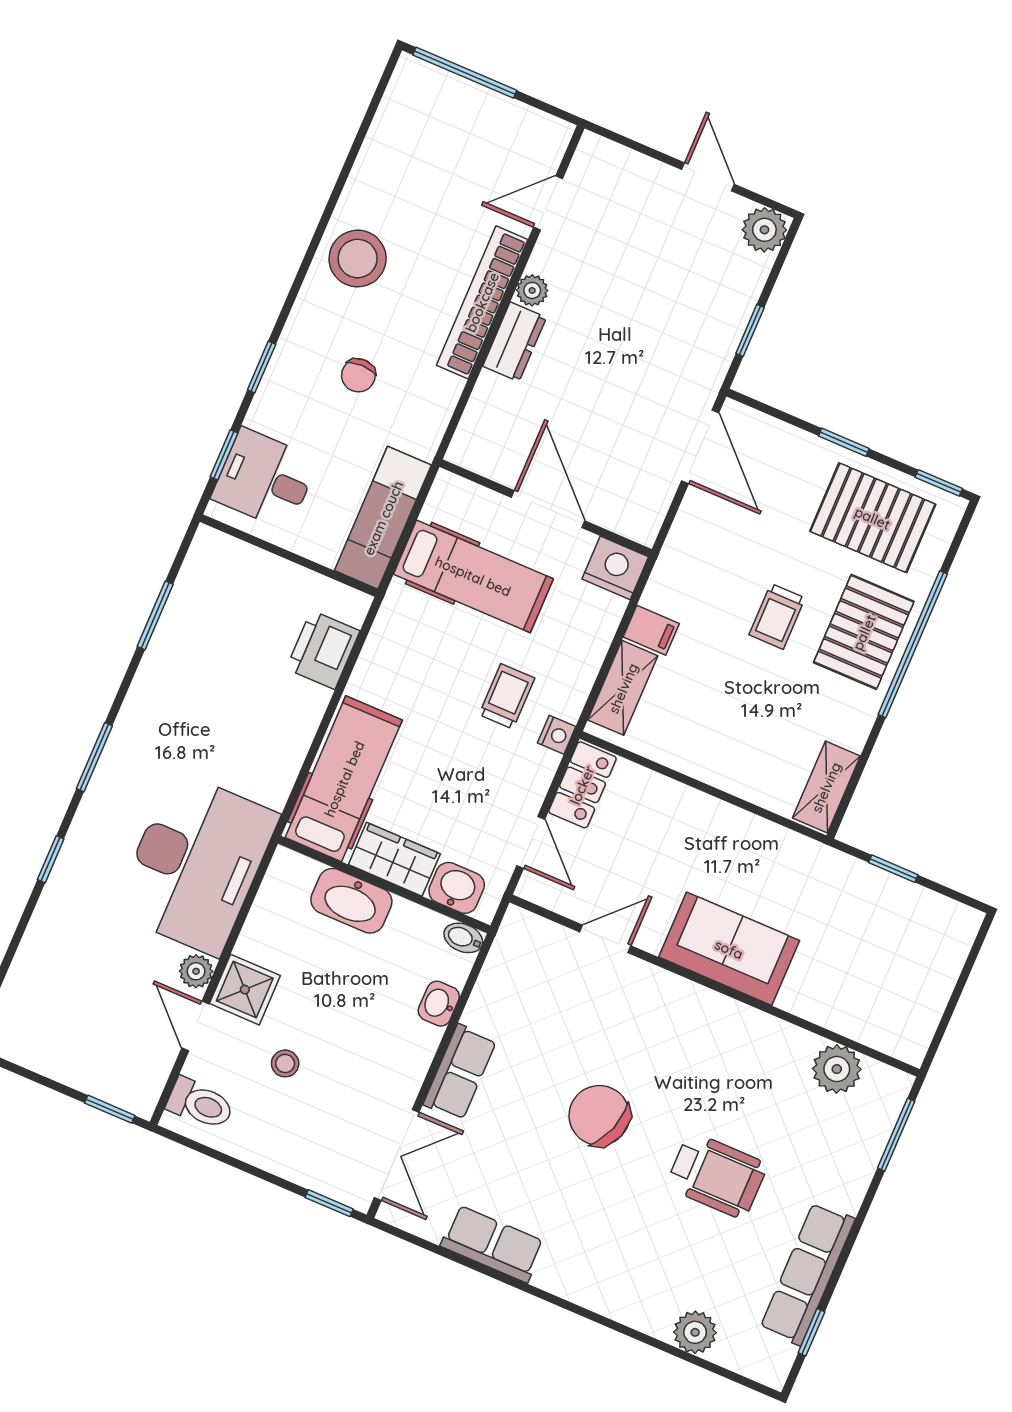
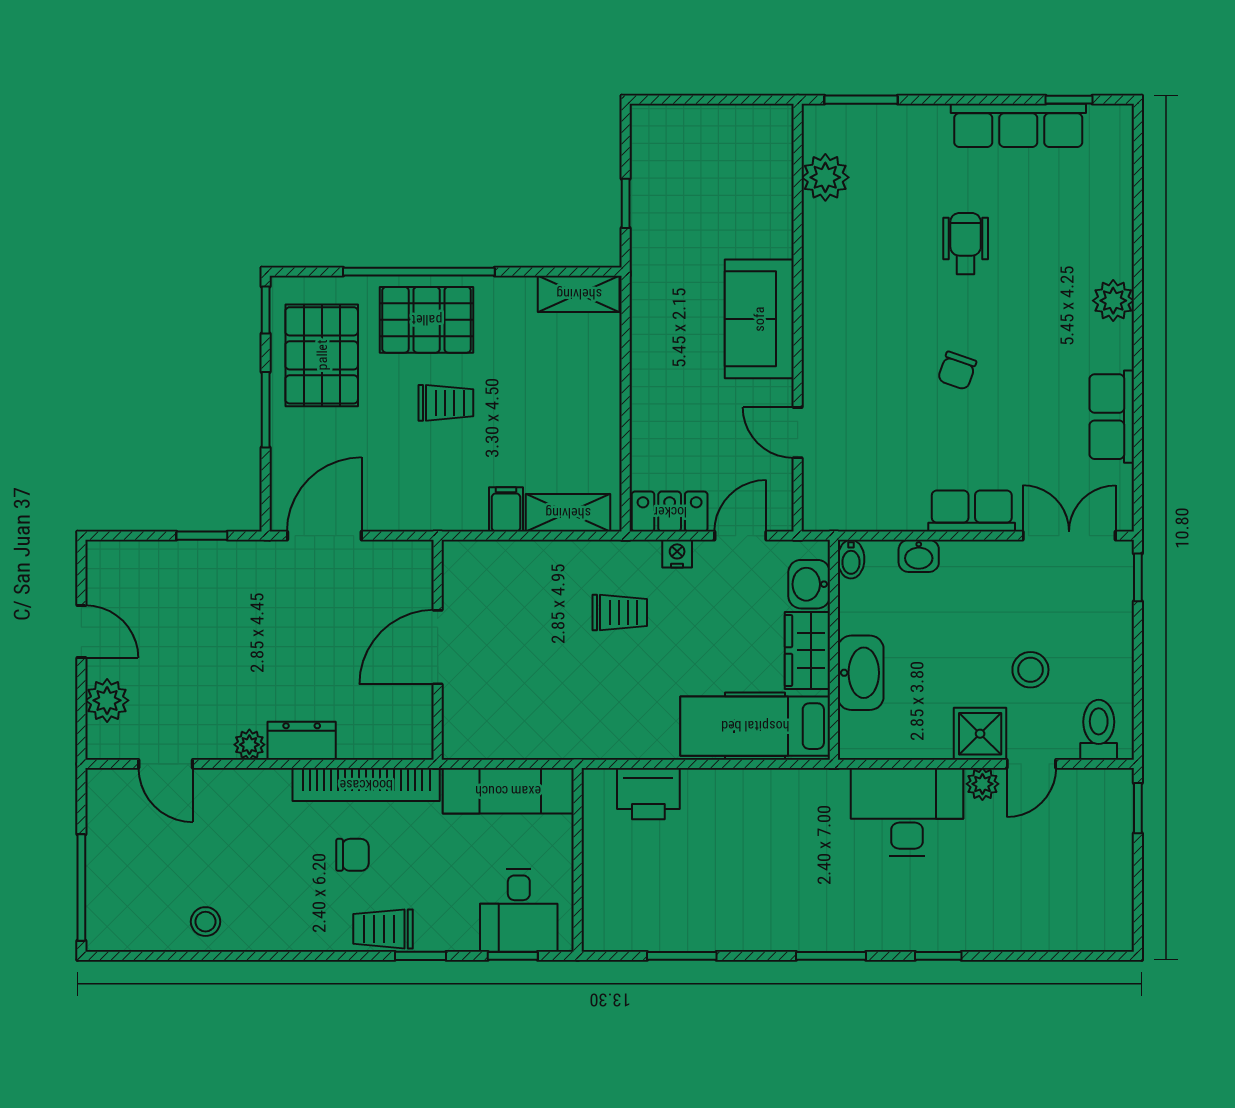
door: (708, 177) -> (81, 632), swing flipped
plant: (764, 230) -> (107, 700), moved
stool: (358, 259) -> (205, 922), moved, width x0.53, depth x0.53
bookcase: (482, 302) -> (366, 785), moved
trolley: (302, 342) -> (383, 929), added
chair: (358, 375) -> (352, 855), moved
window: (844, 442) -> (266, 410), width x1.50
nightstand: (615, 568) -> (464, 565), removed
hospital bed: (473, 576) -> (526, 688), removed
trolley: (507, 696) -> (620, 613), turned 180
nightstand: (557, 735) -> (677, 554), moved
desk: (196, 863) -> (907, 812), width x0.73, depth x0.77
stool: (285, 1063) -> (1030, 670), width x1.37, depth x1.37
chair: (599, 1115) -> (957, 371), width x0.54, depth x0.54
wheelchair: (717, 1175) -> (966, 244), width x0.73, depth x0.73
plant: (695, 1332) -> (1113, 301), moved

